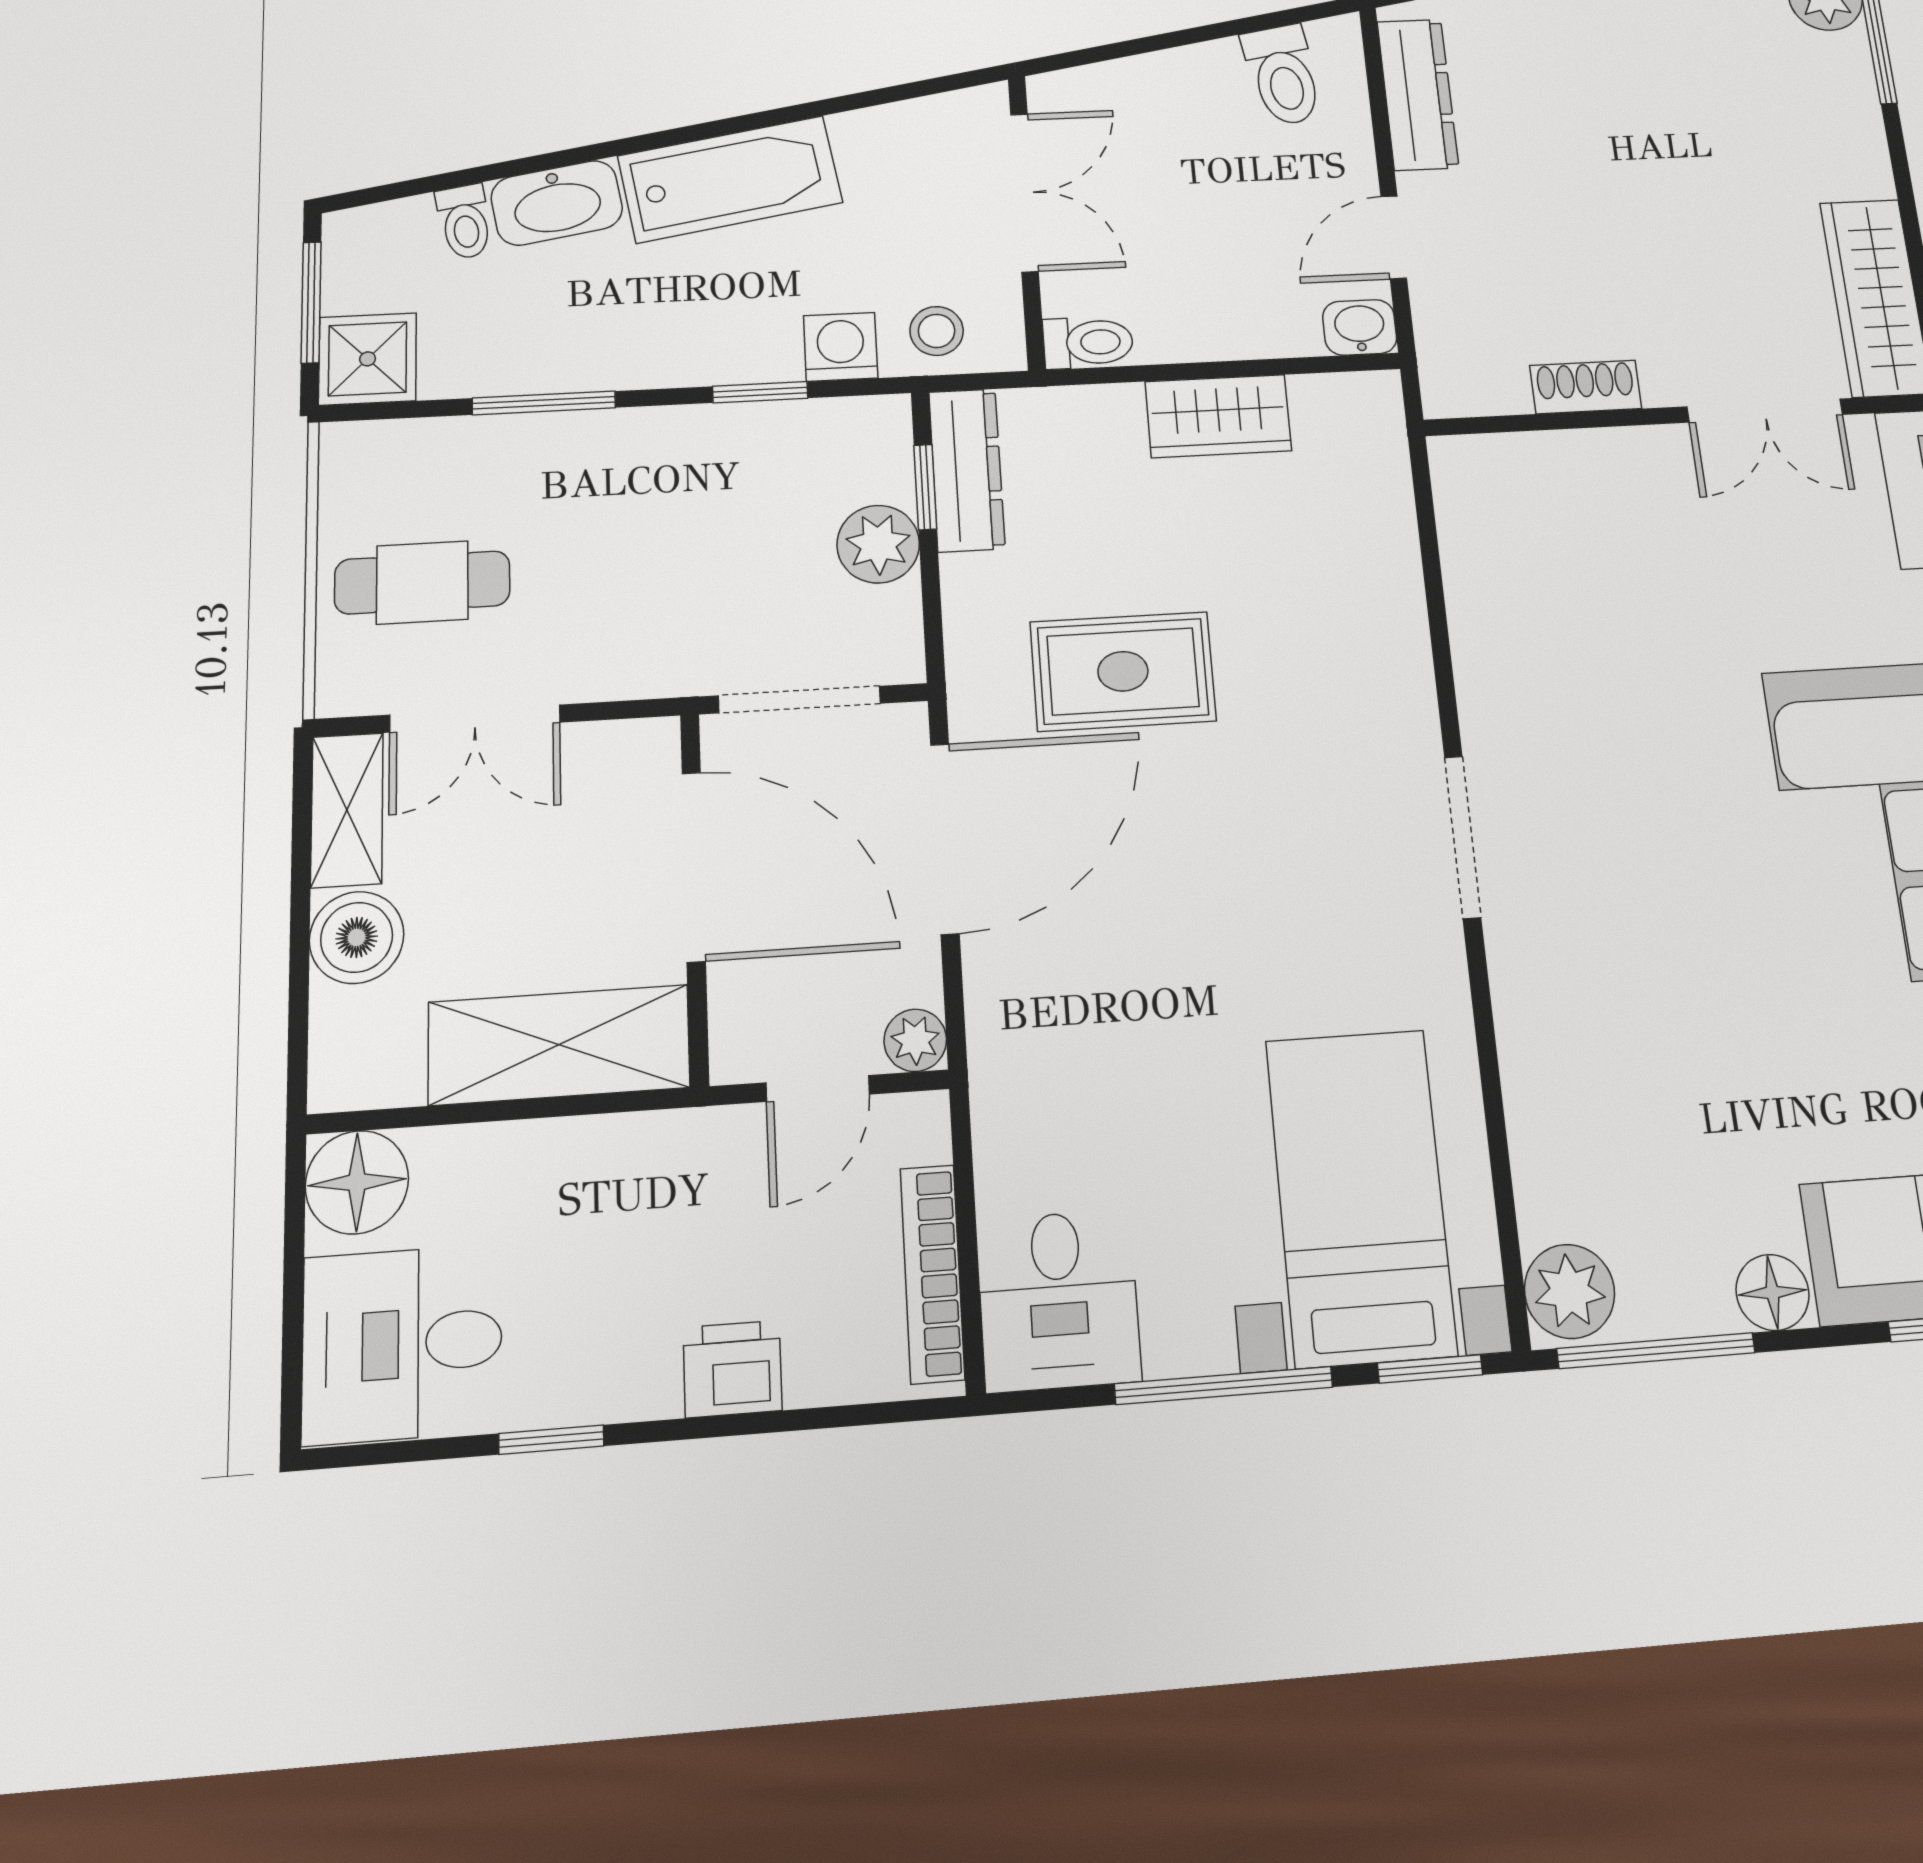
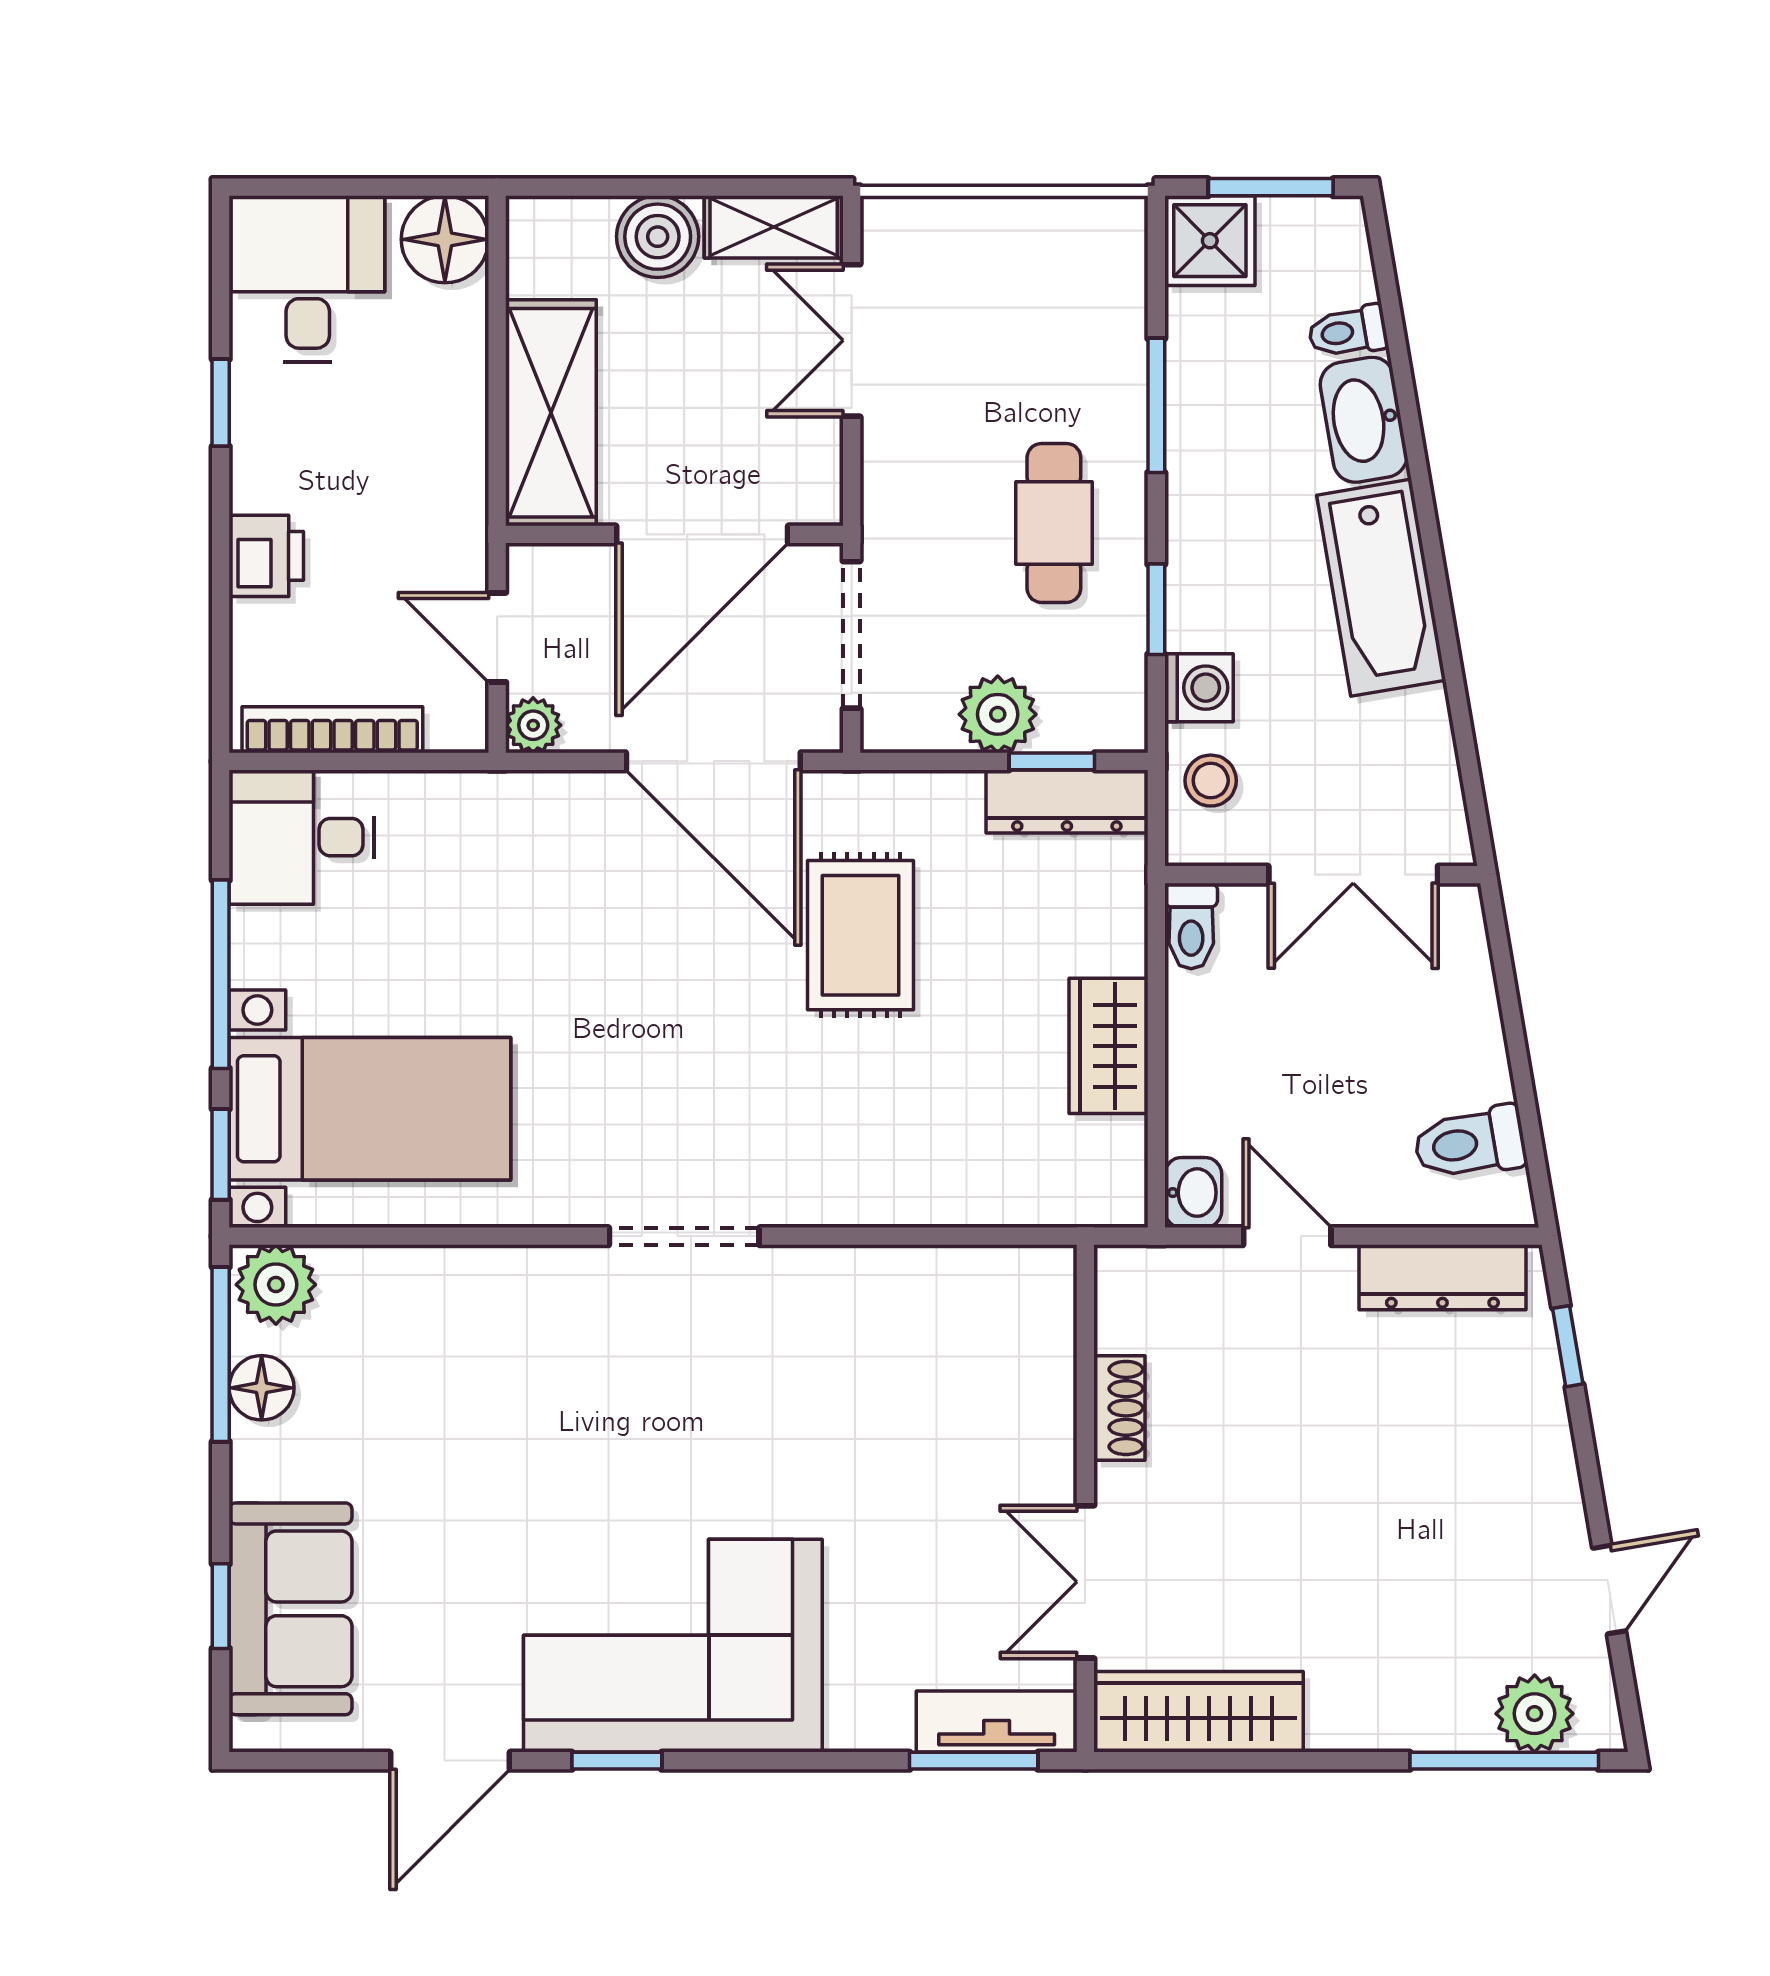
cafe table: (422, 582) -> (1054, 523), moved
floor lamp: (1773, 1292) -> (262, 1388), moved

